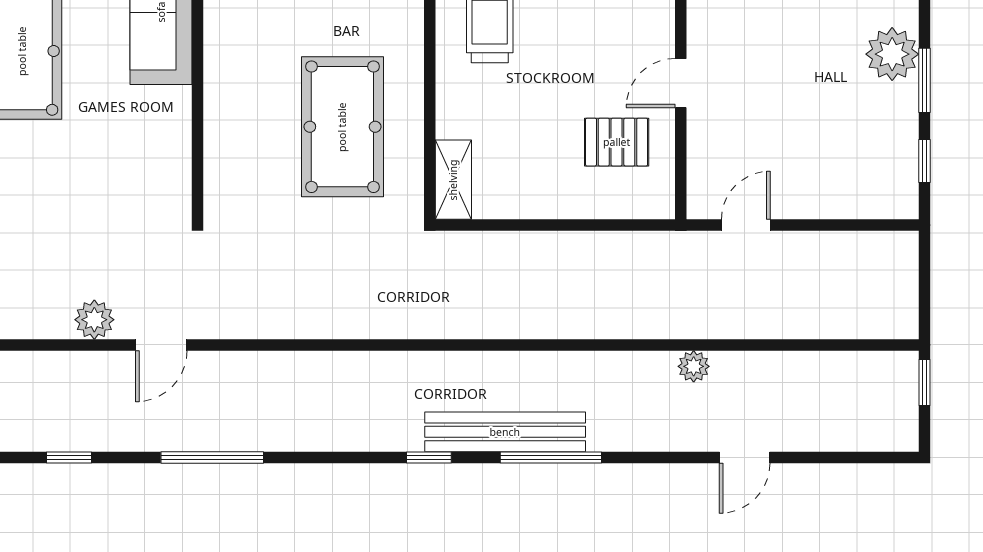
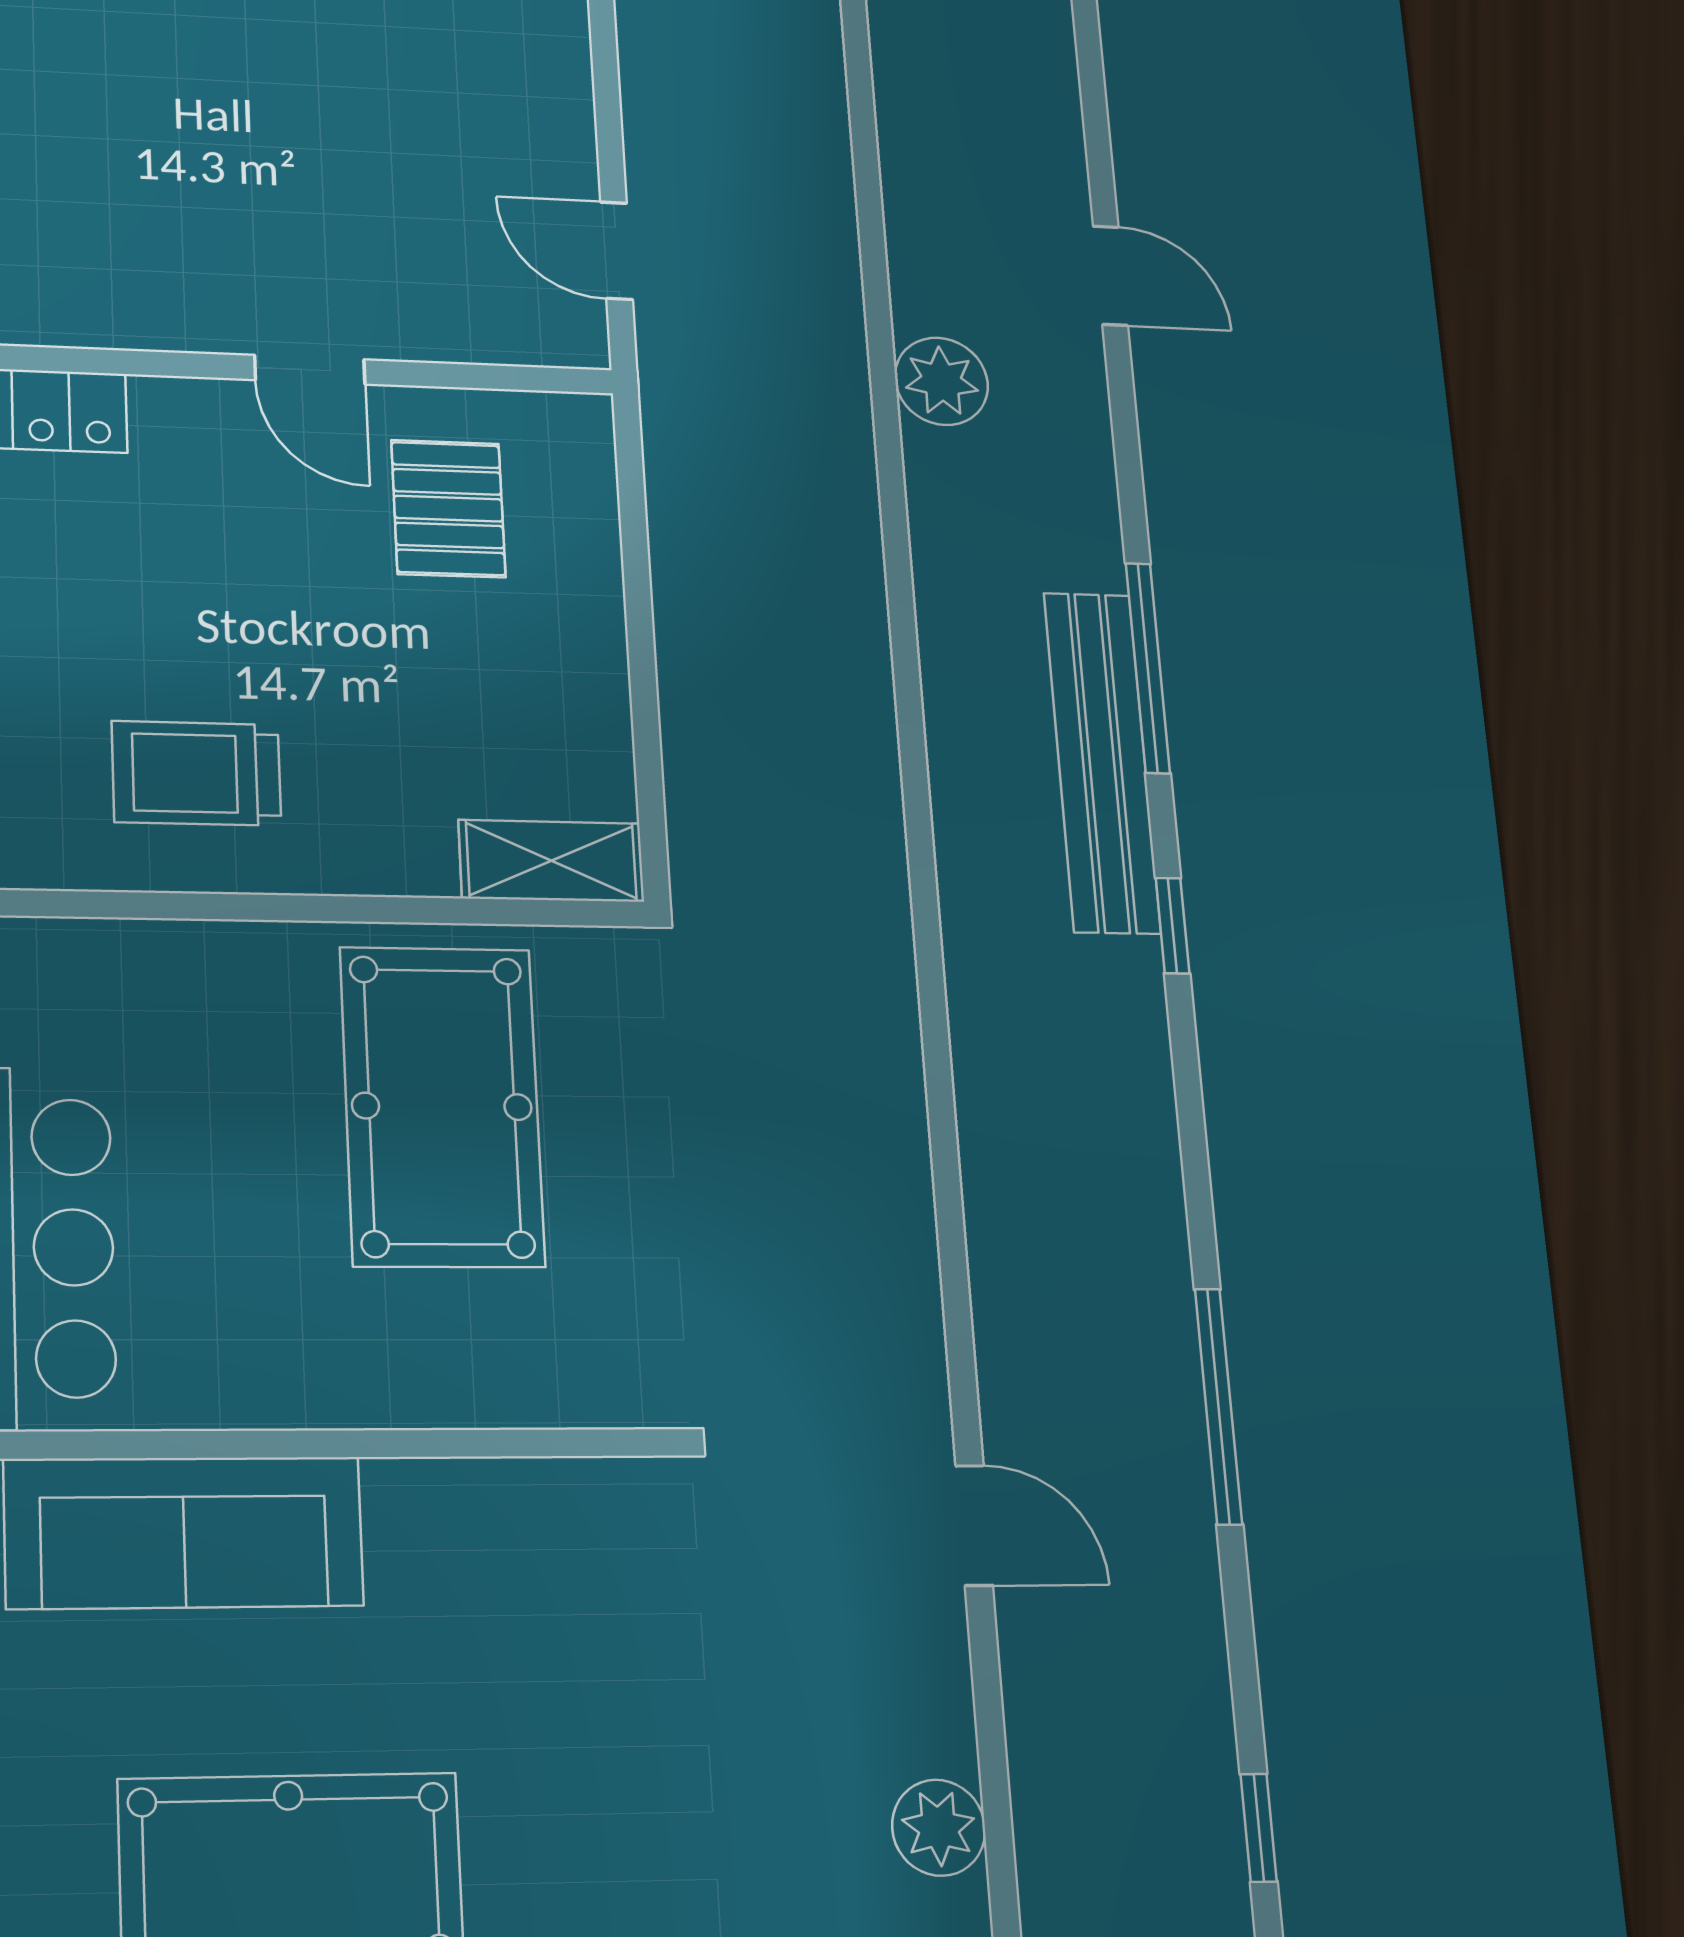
pool table: (342, 127) -> (442, 1106), turned 90
plant: (94, 320) -> (939, 1828), moved
plant: (694, 366) -> (941, 381), width x1.38, depth x1.38
window: (69, 457) -> (1259, 1828), moved

